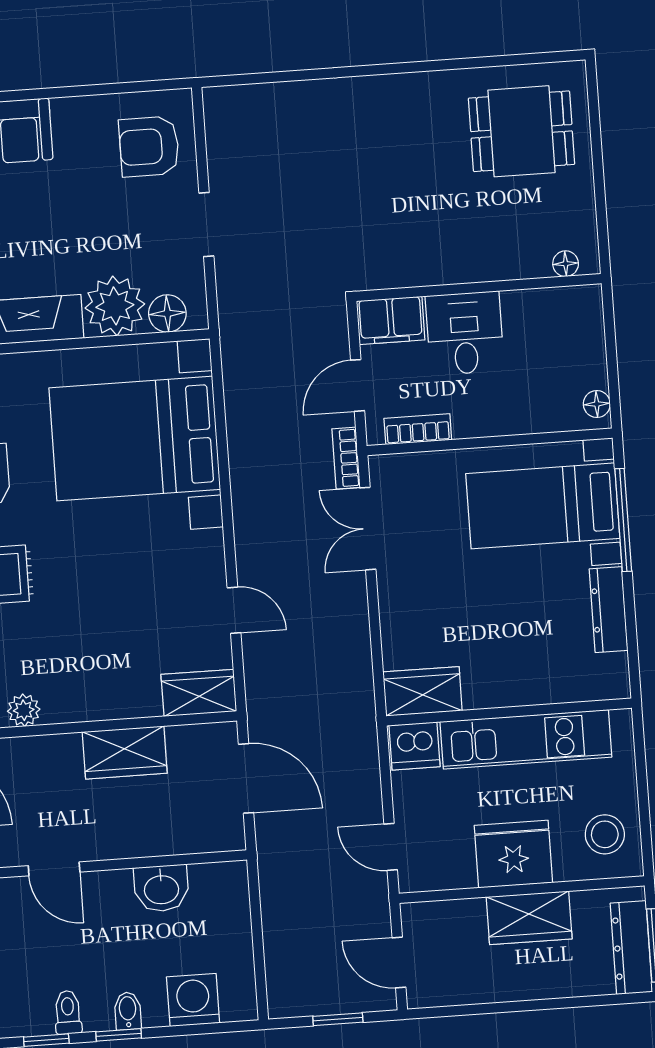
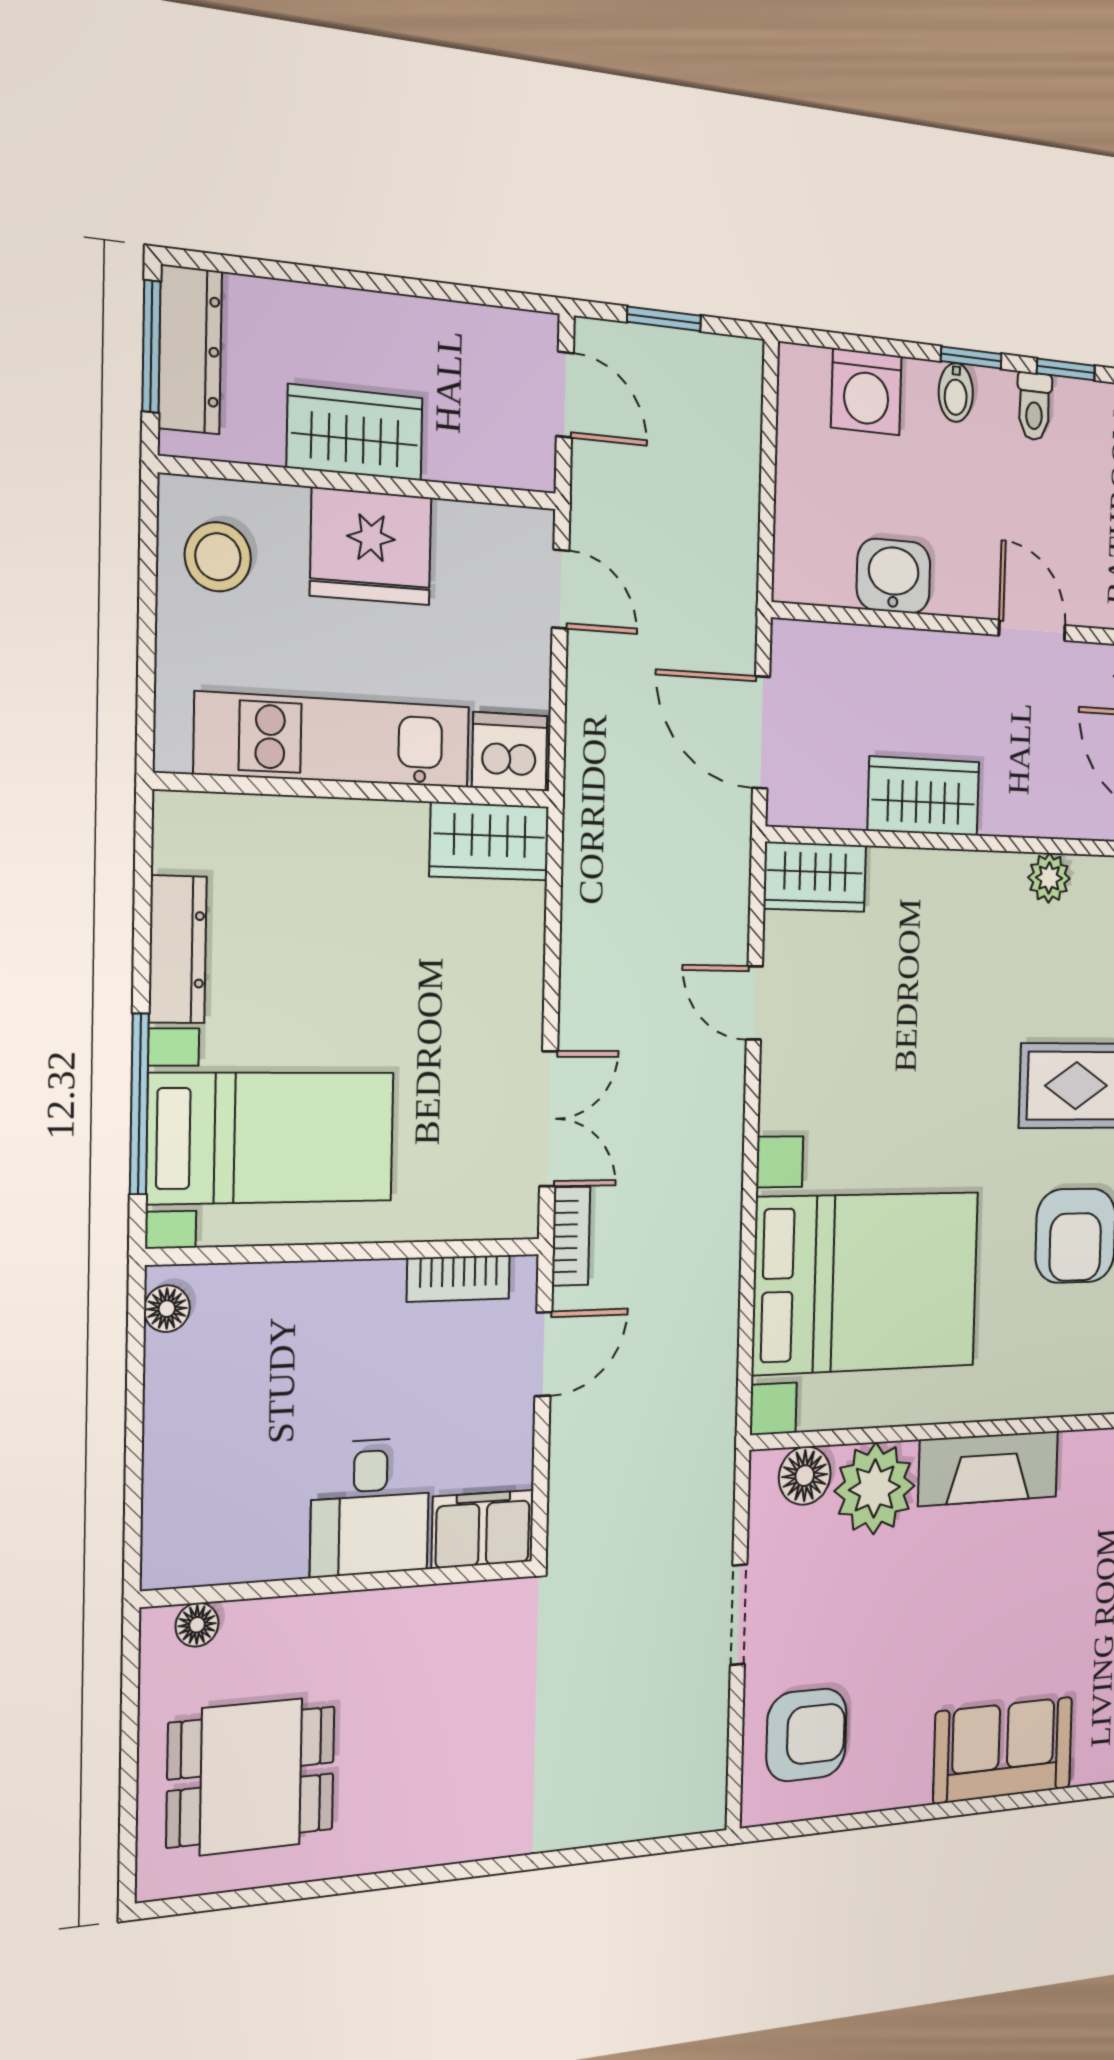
floor lamp: (566, 264) -> (197, 1625), moved
wall: (479, 287) -> (342, 1584), moved
filing cabinet: (391, 320) -> (483, 1529), moved
desk: (465, 333) -> (370, 1507), moved

